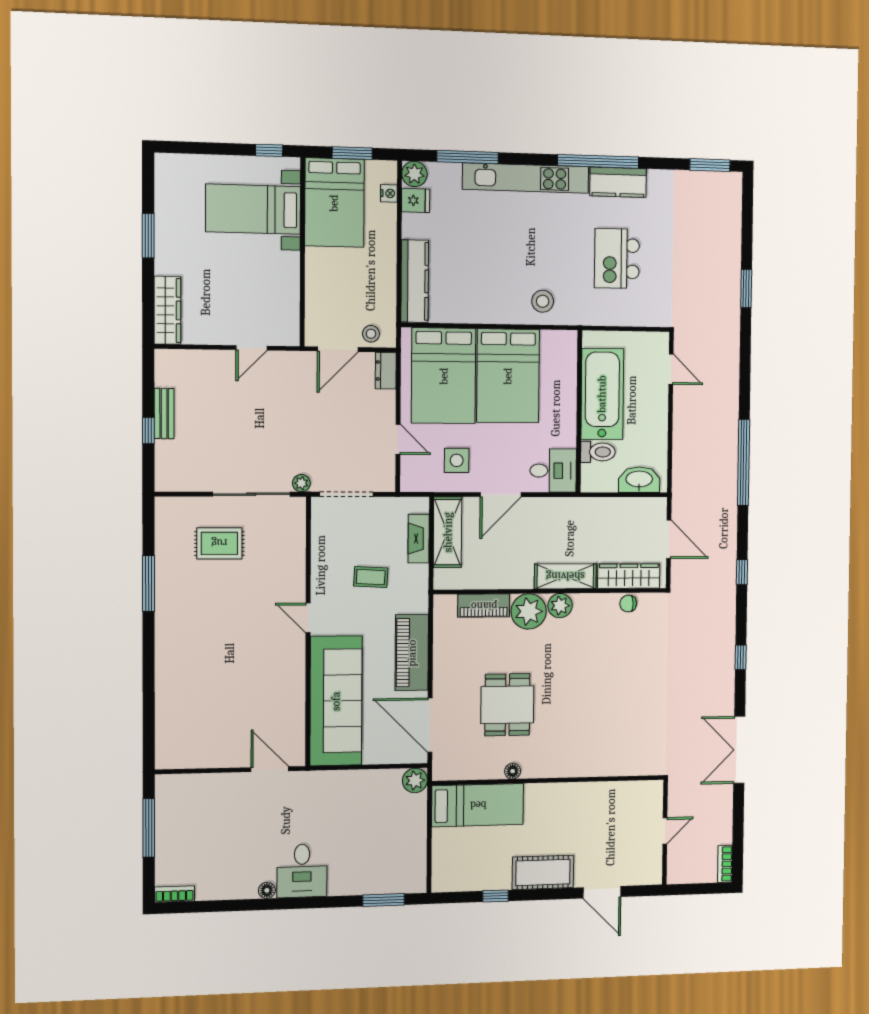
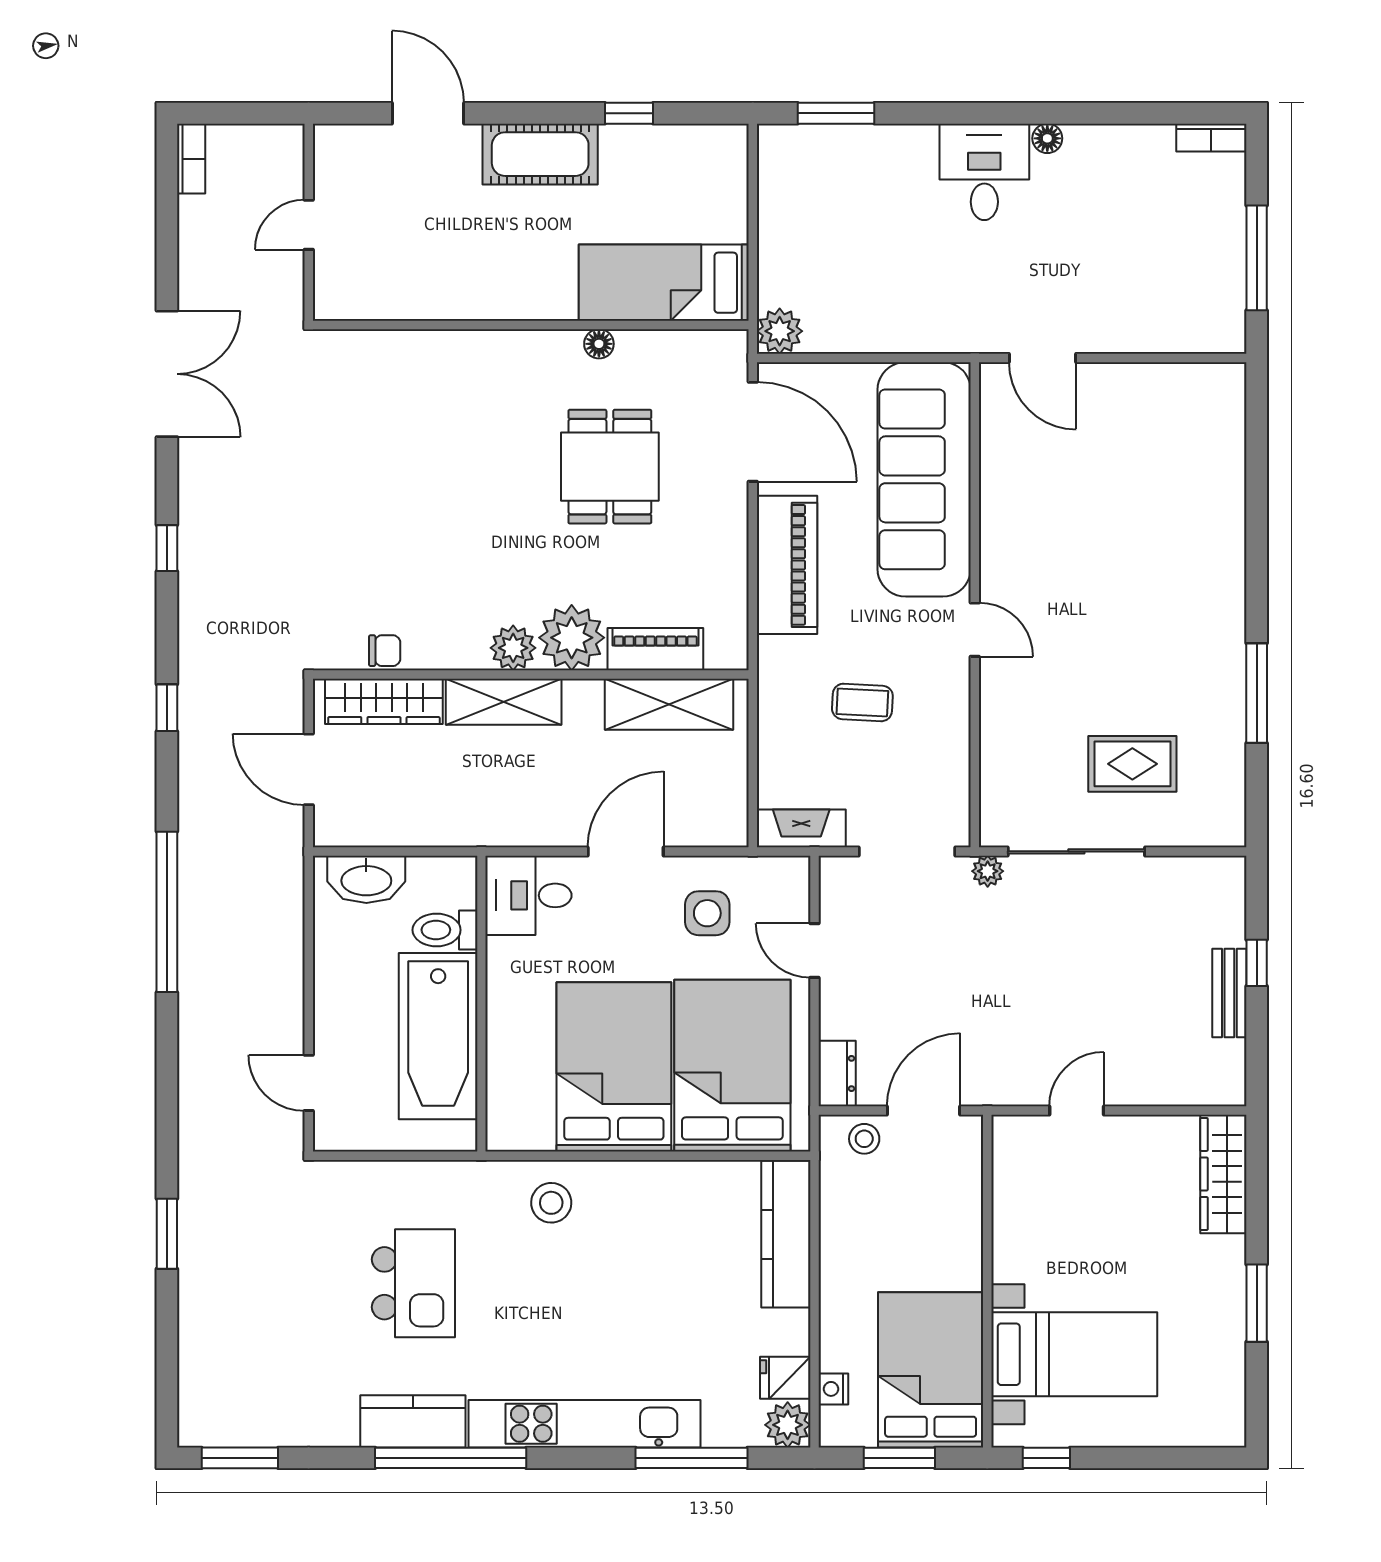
shelving: (448, 532) -> (669, 704), moved, turned 90
fireplace: (419, 539) -> (801, 828), moved, turned -90

